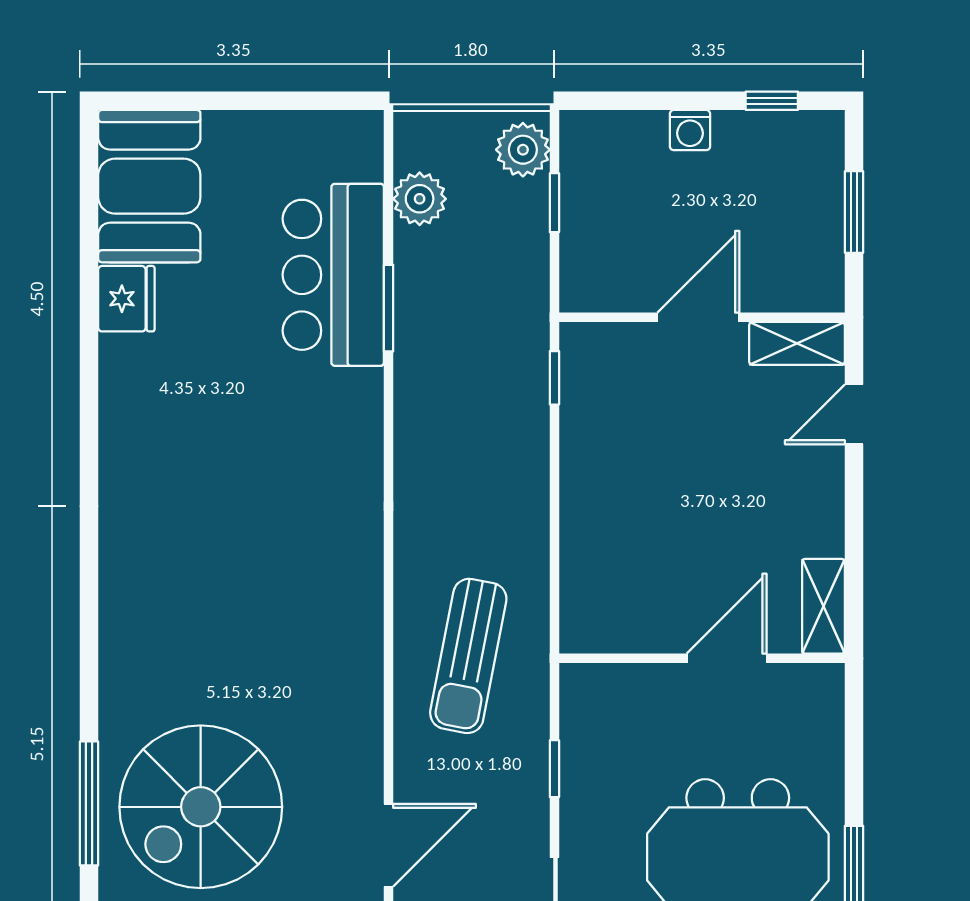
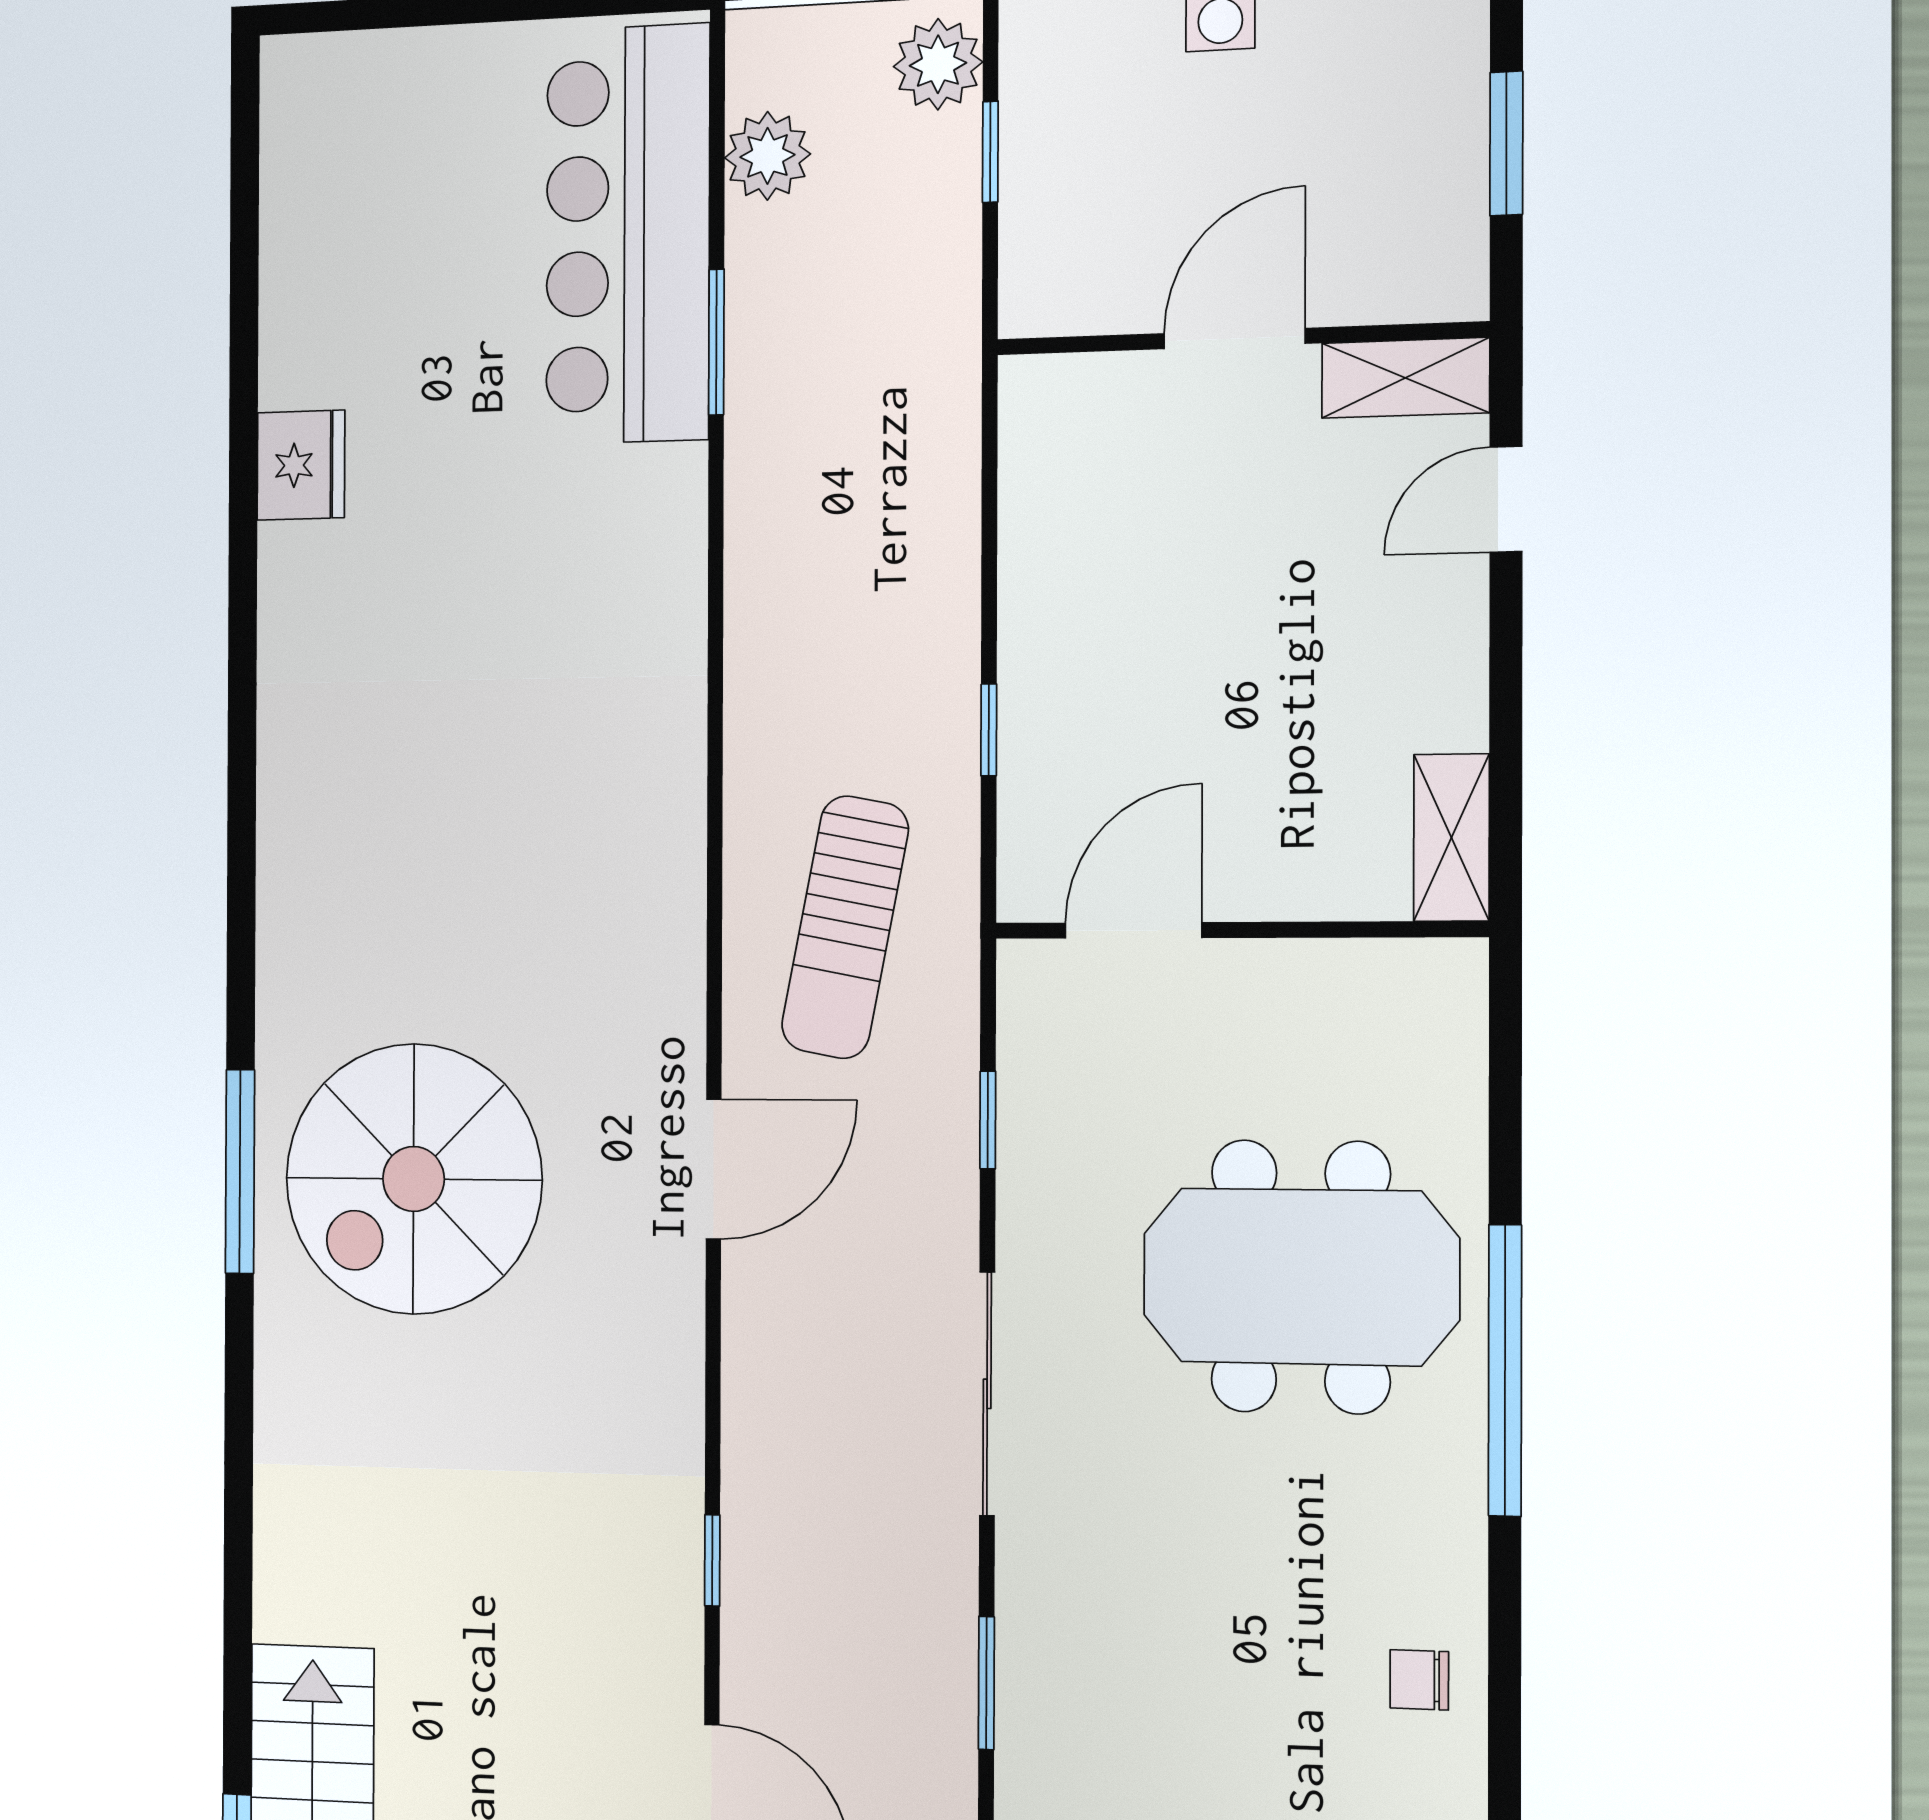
booth: (149, 186) -> (338, 156), removed
bar counter: (333, 275) -> (628, 234), width x1.36
fridge: (126, 299) -> (301, 465), moved
window: (554, 378) -> (989, 730), moved
door: (727, 658) -> (1133, 930), moved
door: (389, 845) -> (714, 1169), moved

